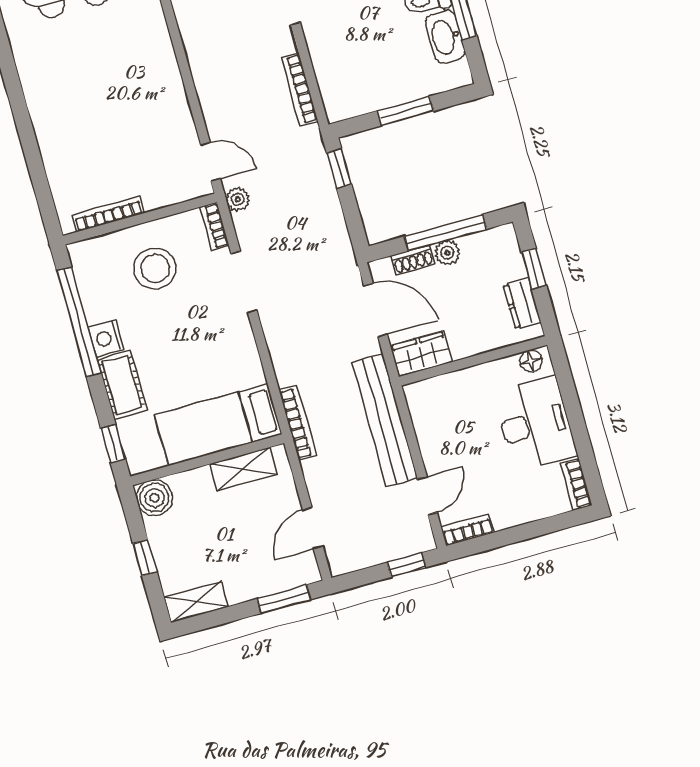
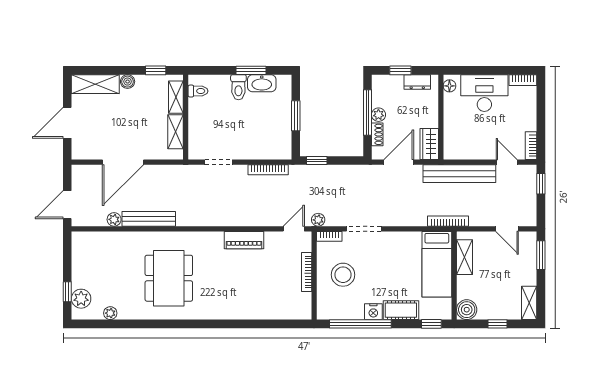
piano: (167, 82) -> (244, 240), added
bookcase: (108, 214) -> (307, 272), moved

